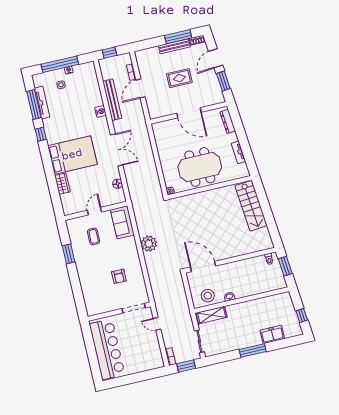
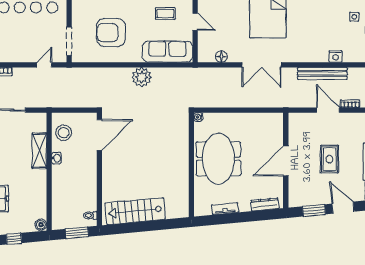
nightstand: (101, 111) -> (336, 56), moved
stairs: (251, 206) -> (135, 211), moved
sofa: (122, 222) -> (167, 52), width x1.36
armchair: (119, 276) -> (111, 33), width x1.88, depth x1.88
boiler: (286, 297) -> (41, 225), added
shelving: (212, 315) -> (39, 151), moved

